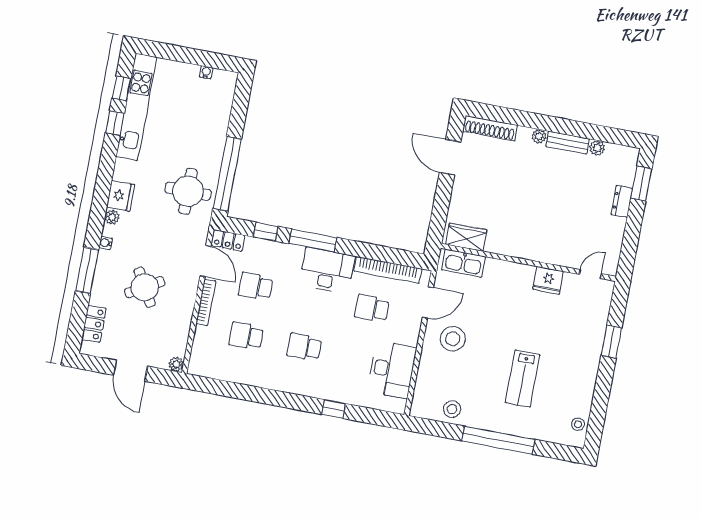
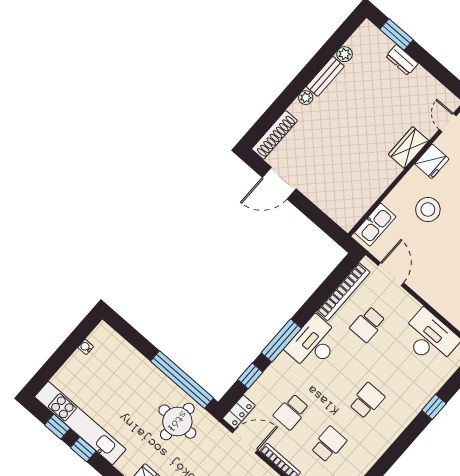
wardrobe: (466, 237) -> (409, 148), moved
school desk: (246, 336) -> (329, 444), turned 180
stool: (453, 339) -> (428, 210), moved
school desk: (304, 347) -> (367, 401), turned 180

